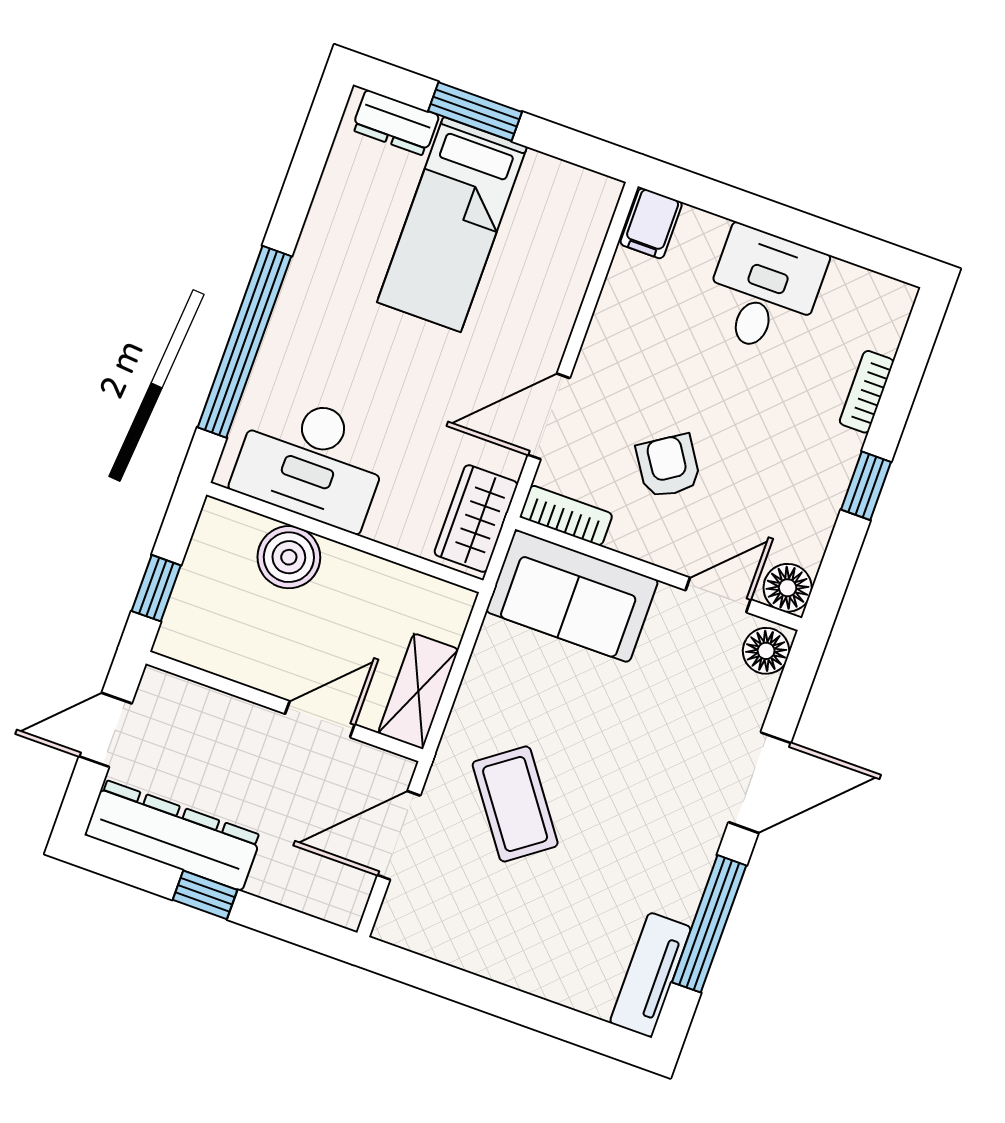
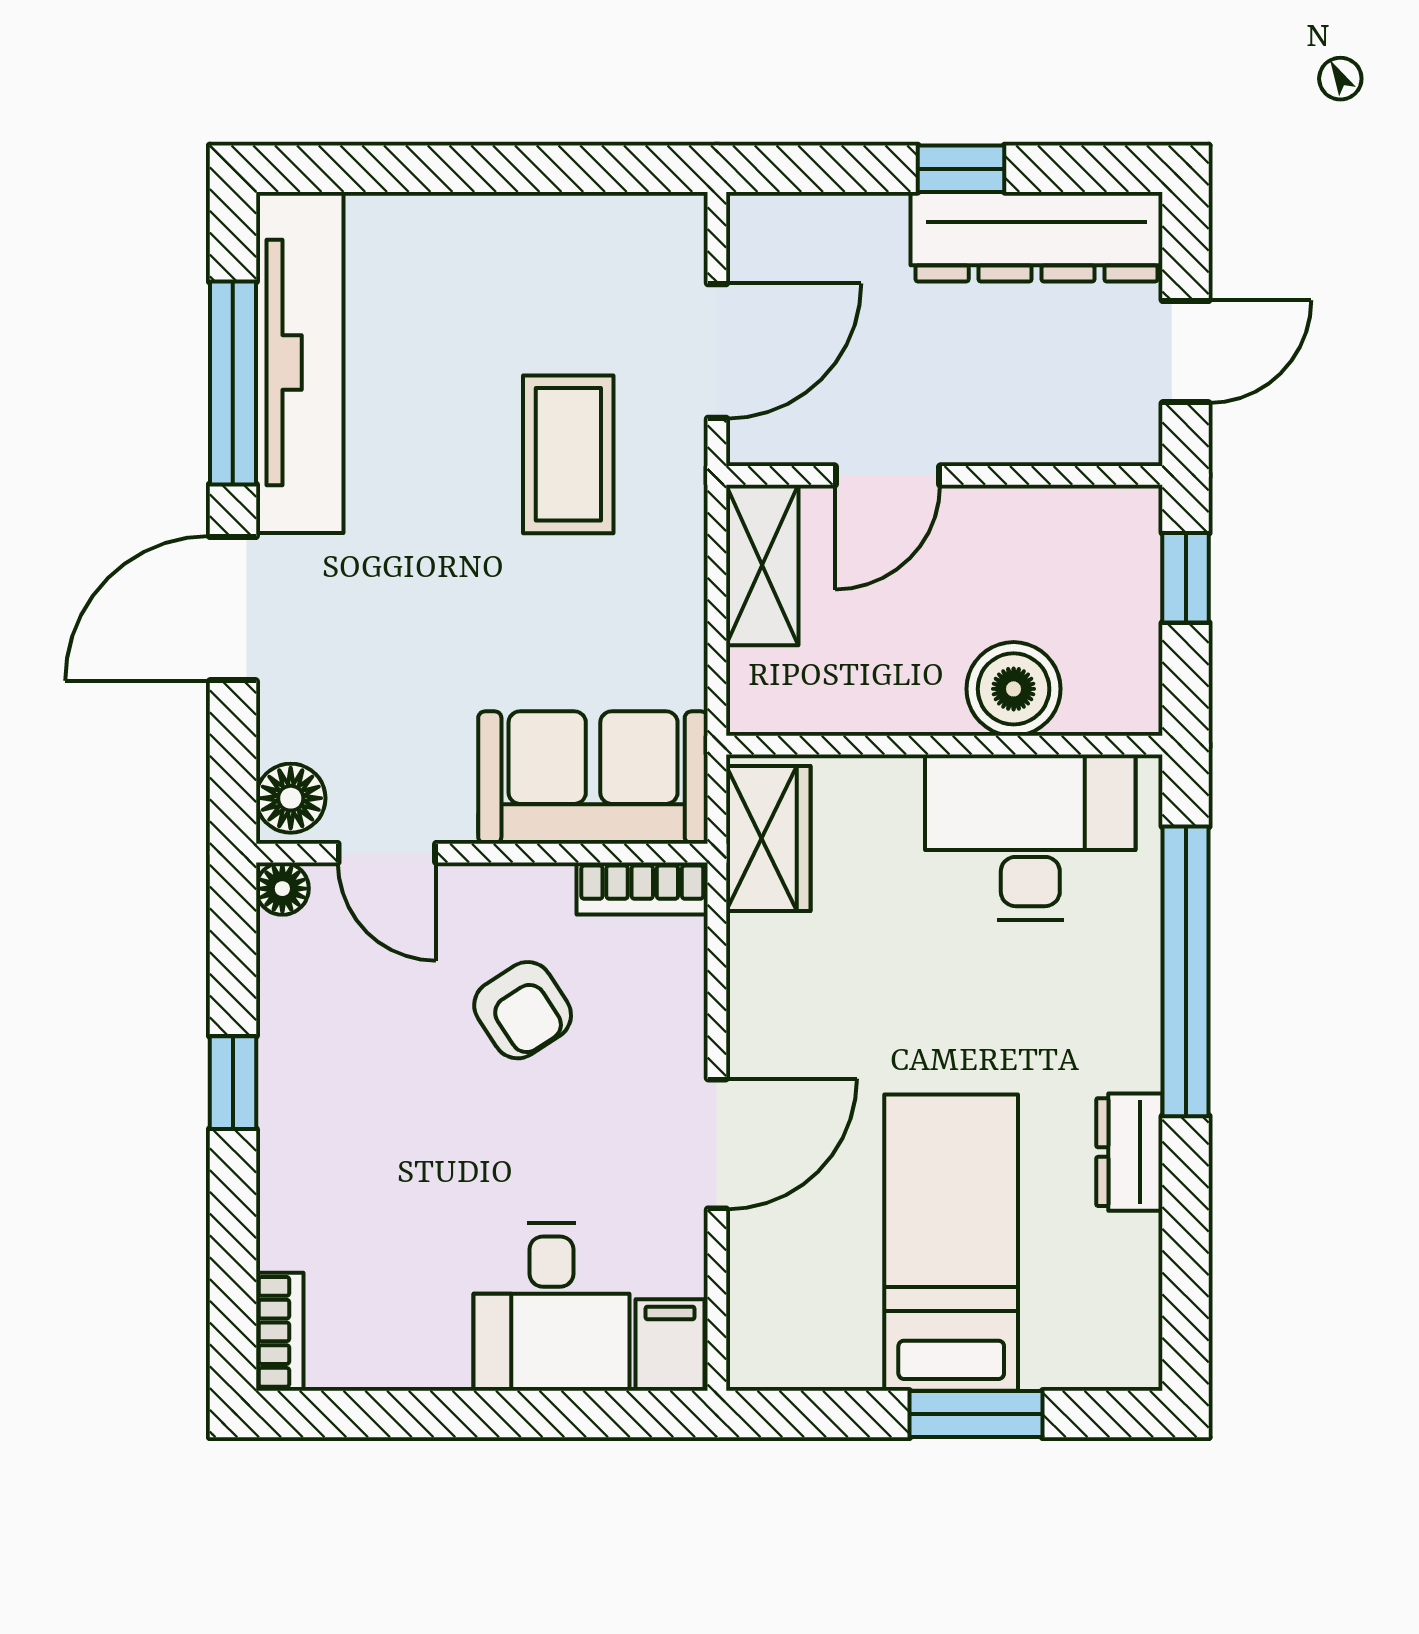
dresser: (395, 123) -> (1129, 1152), moved, turned -90
desk: (764, 291) -> (552, 1307), moved
bookcase: (867, 392) -> (280, 1332), moved
door: (549, 416) -> (717, 1144), moved
floor lamp: (788, 588) -> (282, 889), width x0.73, depth x0.73
door: (718, 595) -> (387, 853), hinge flipped
coffee table: (515, 804) -> (568, 454), turned 36
tv unit: (650, 975) -> (300, 362), width x1.92, depth x1.29

